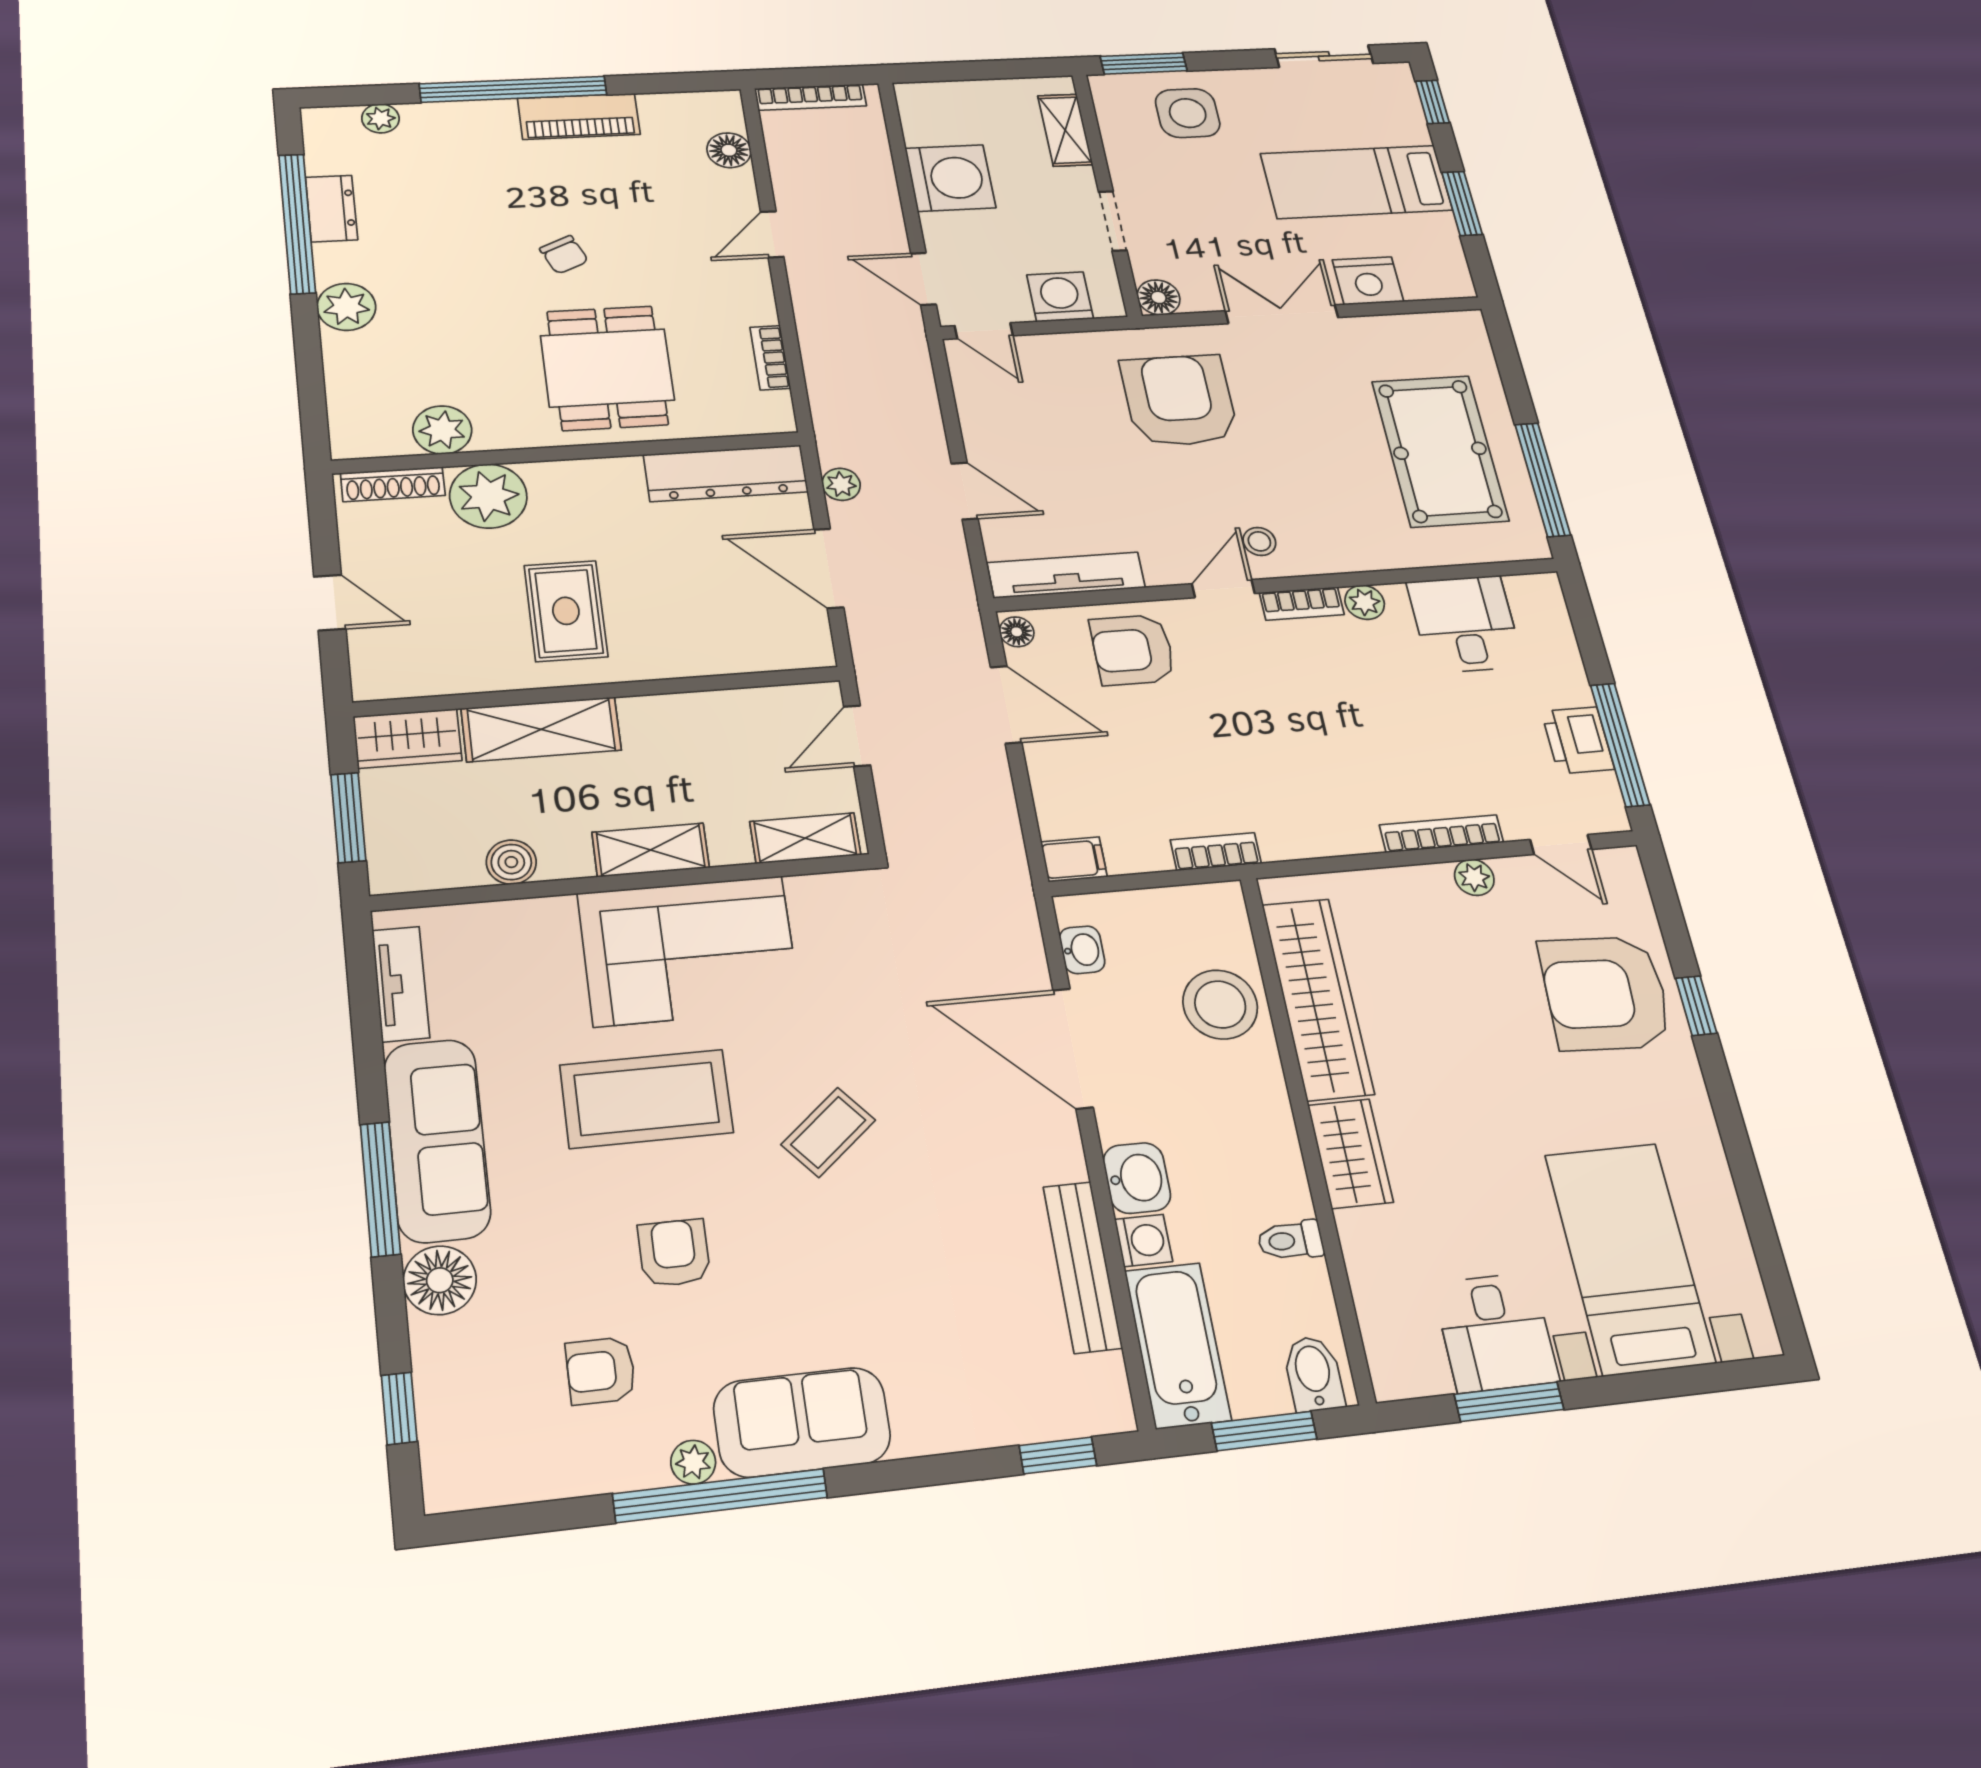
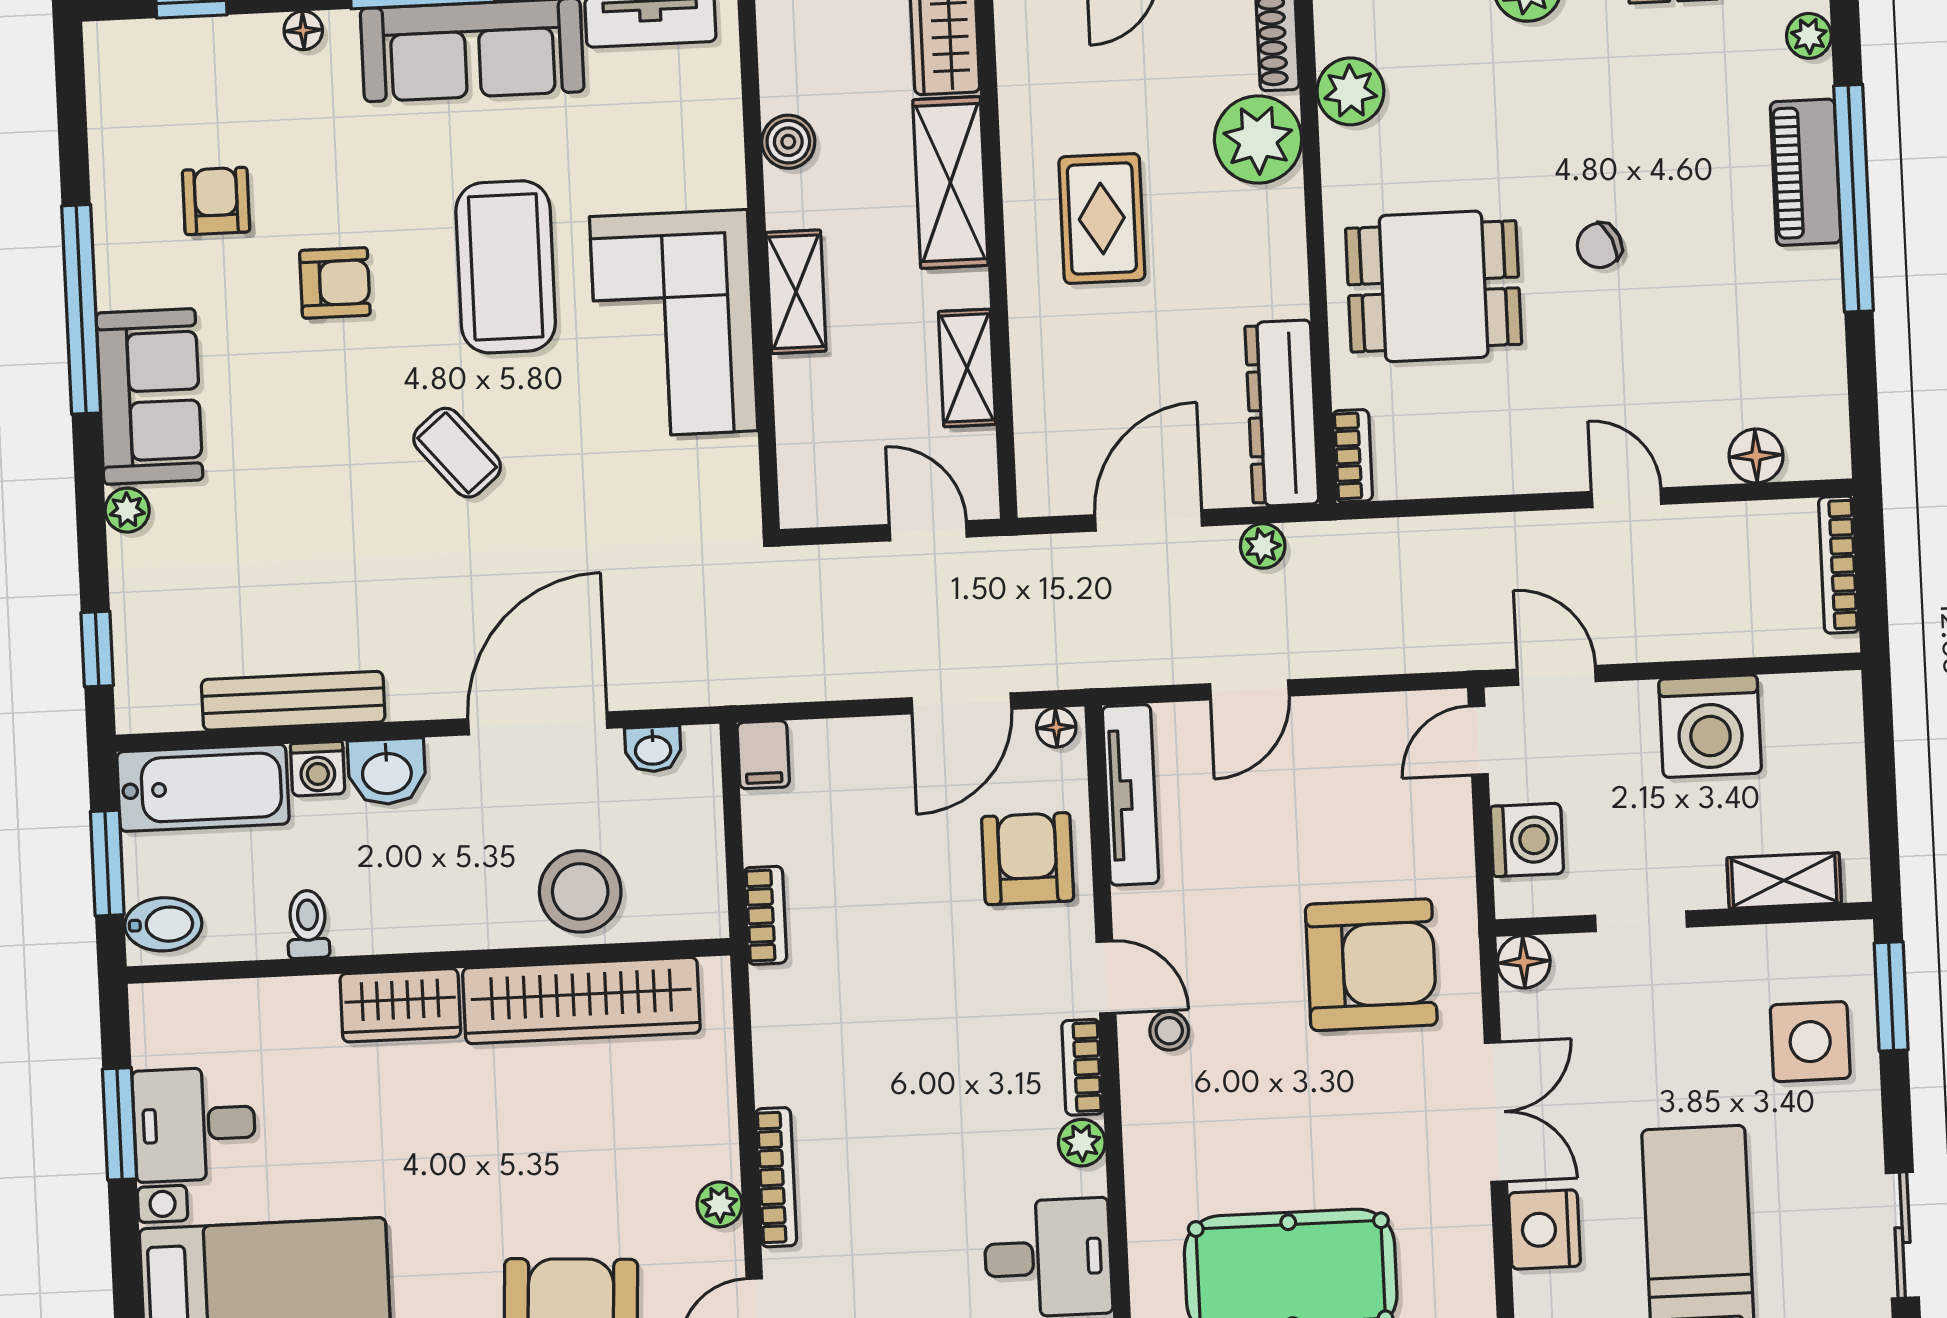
piano: (579, 116) -> (1806, 172), moved
door: (923, 279) -> (1557, 675), hinge flipped
bookcase: (770, 358) -> (1352, 456), moved, turned 90
rug: (566, 611) -> (1102, 218), turned 90
shelving: (805, 838) -> (967, 368), moved
floor lamp: (440, 1280) -> (303, 30), width x0.53, depth x0.53
plant: (693, 1462) -> (127, 510), moved

